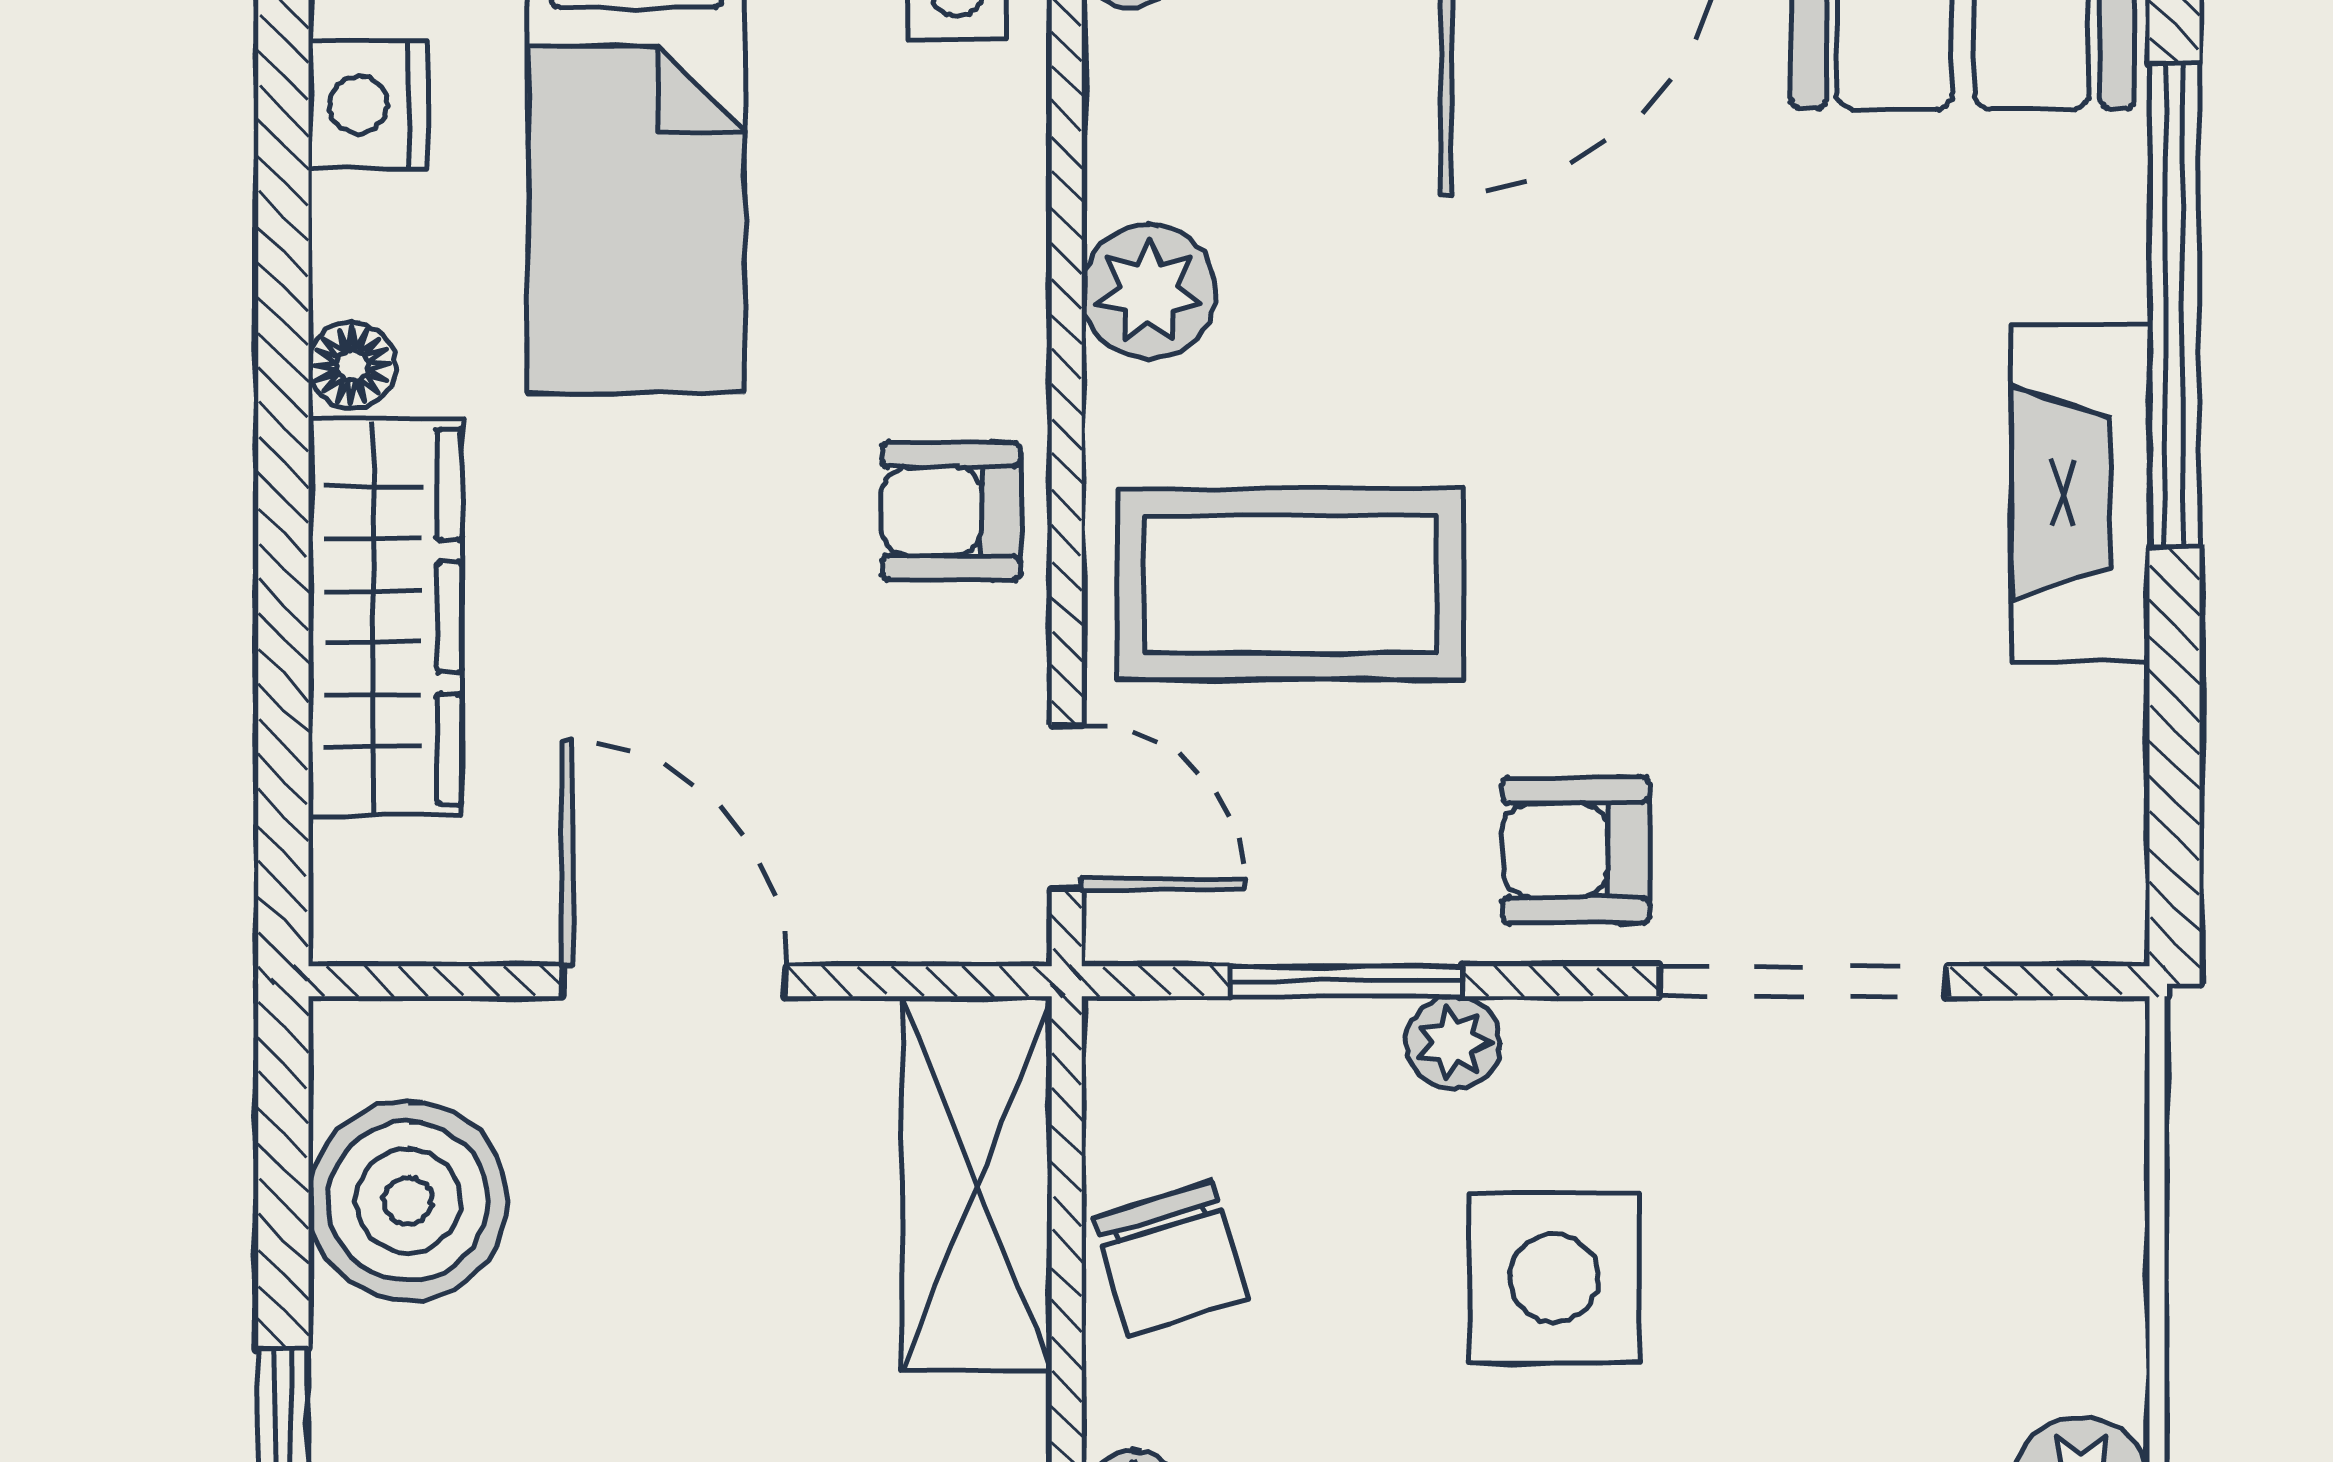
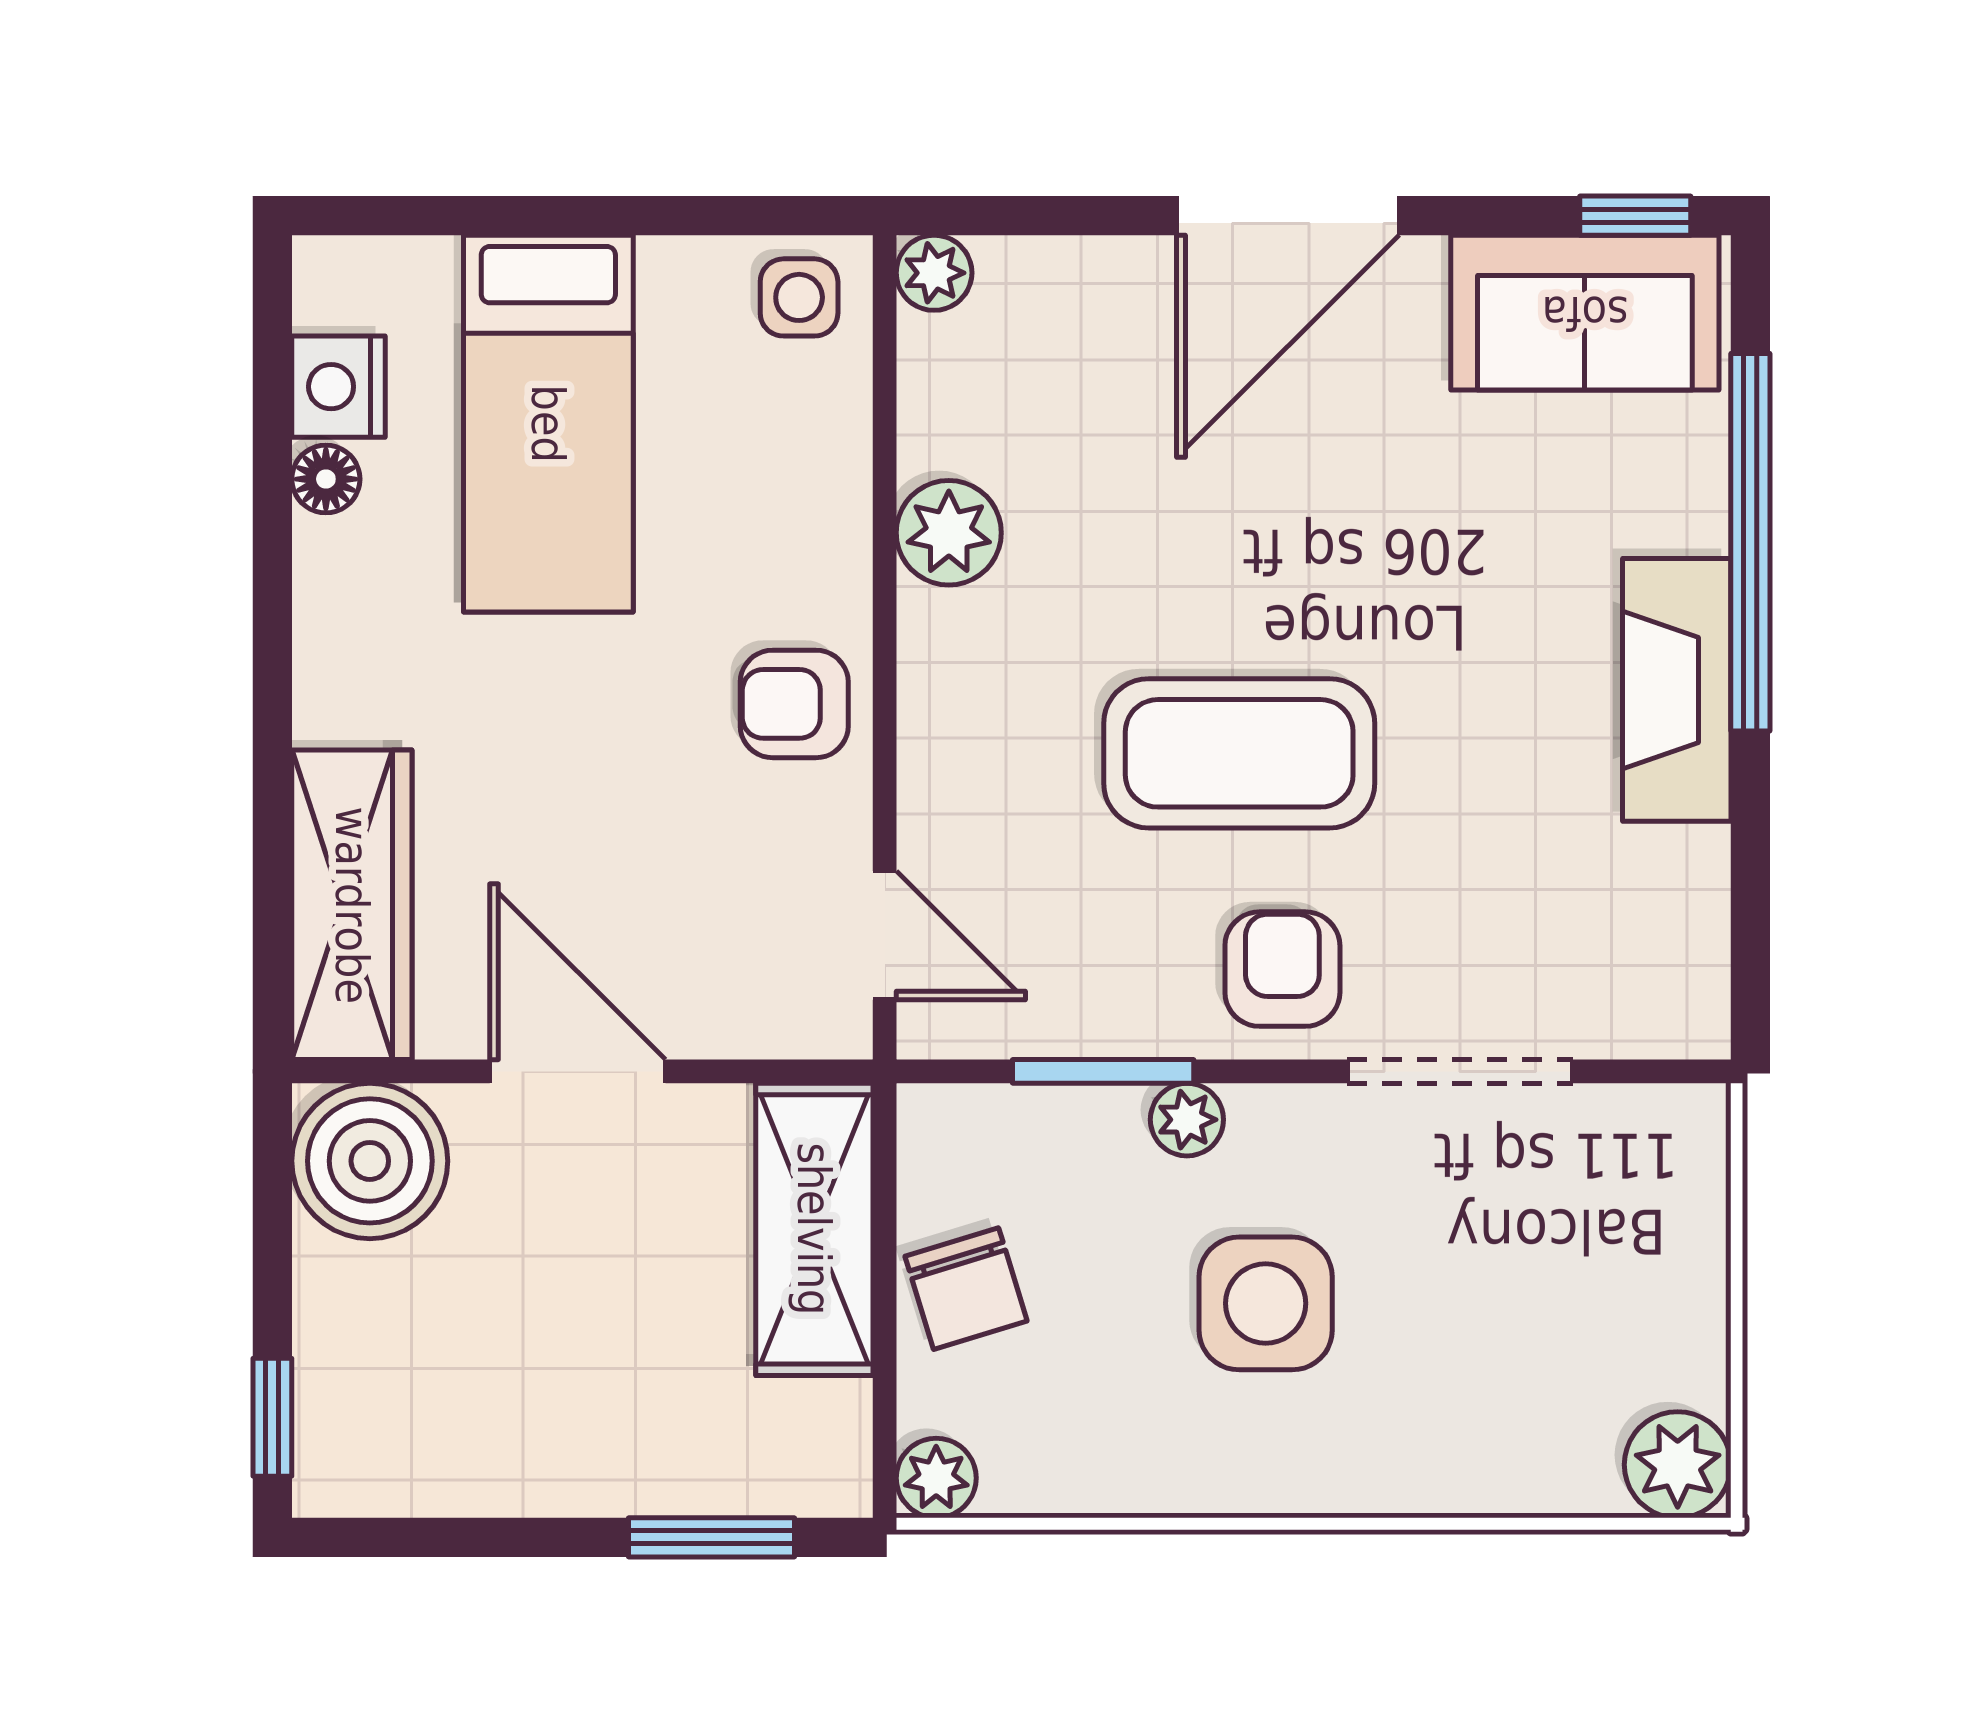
floor lamp: (352, 365) -> (326, 479), moved
coffee table: (1290, 584) -> (1239, 753), moved
wardrobe: (385, 617) -> (352, 905), moved
armchair: (1576, 850) -> (1282, 969), turned 90
boiler: (408, 1201) -> (370, 1161), moved

